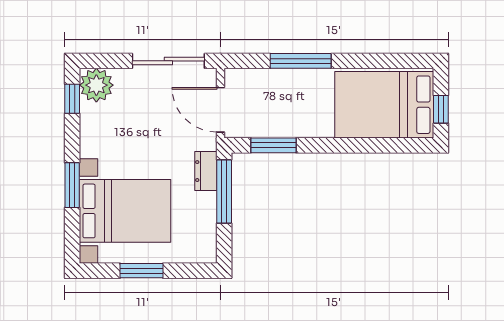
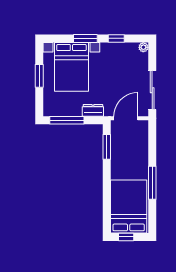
window: (301, 61) -> (152, 183), moved
plant: (96, 85) -> (143, 47), width x0.53, depth x0.53
window: (72, 99) -> (116, 38), moved
window: (224, 192) -> (67, 120), moved

